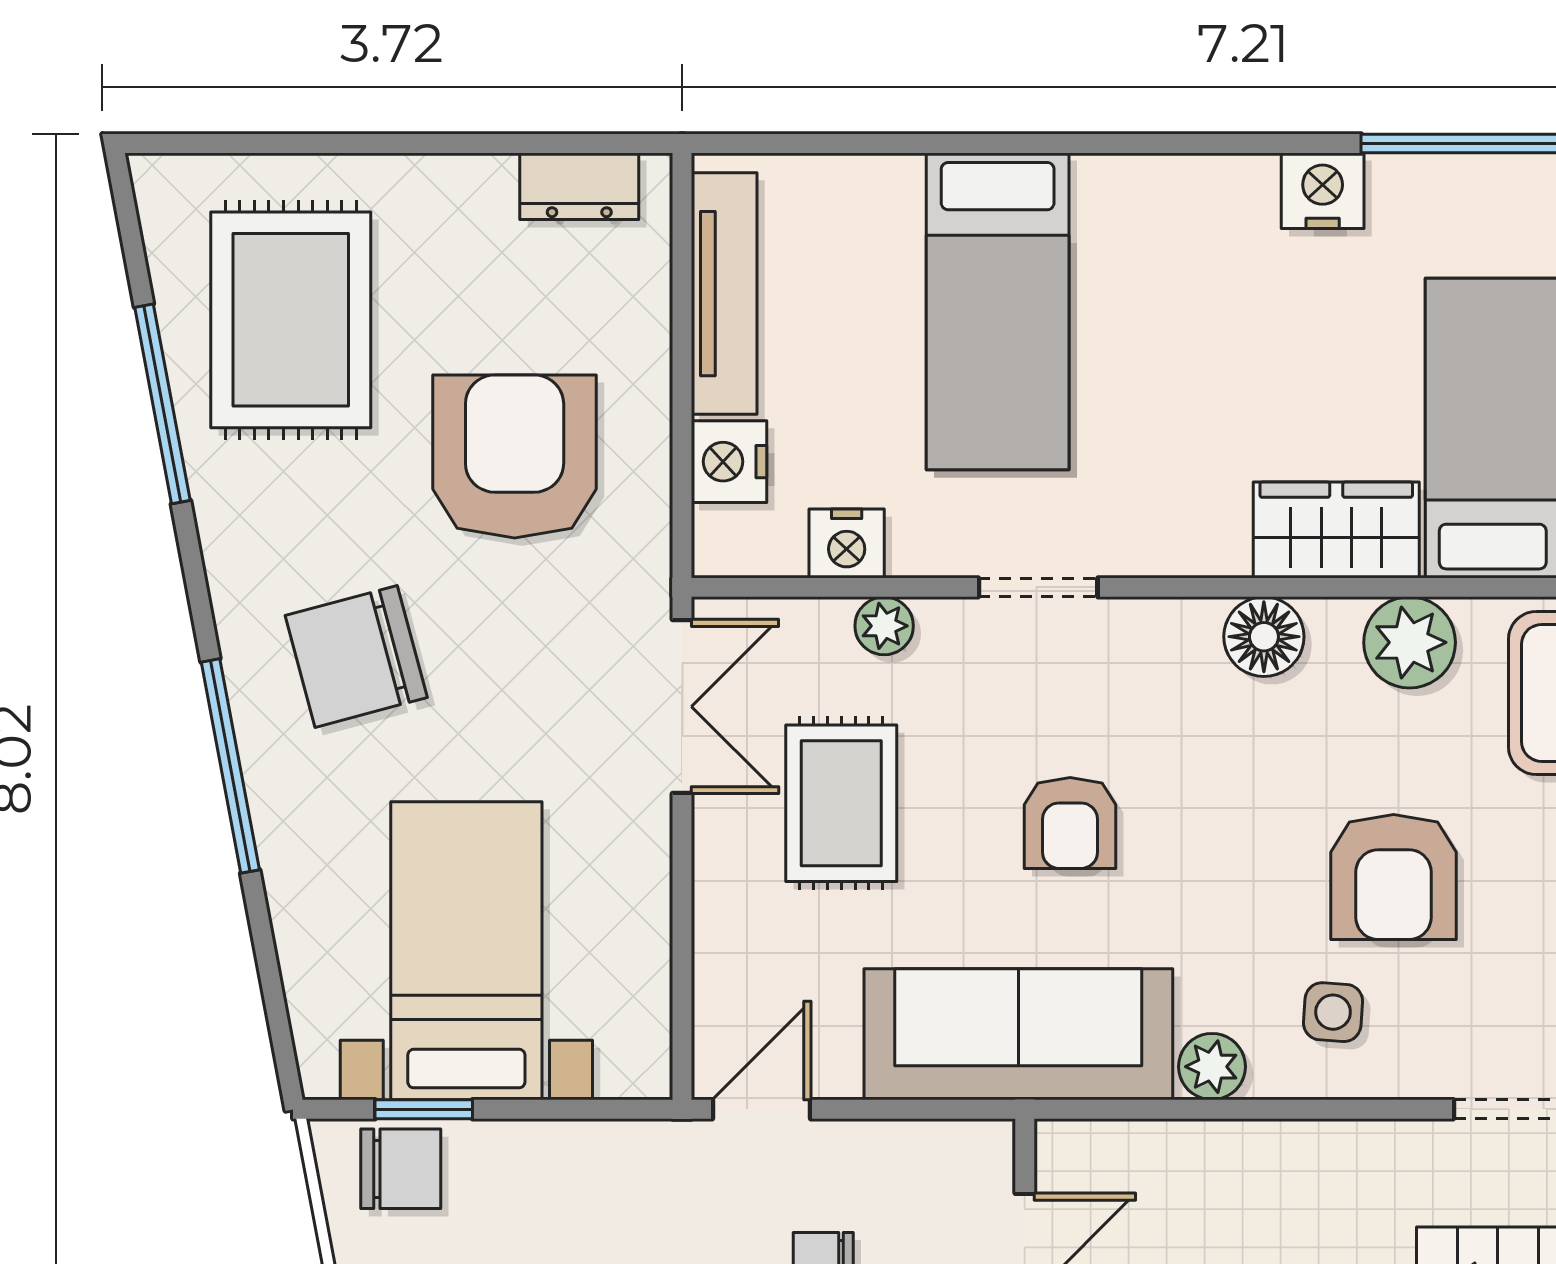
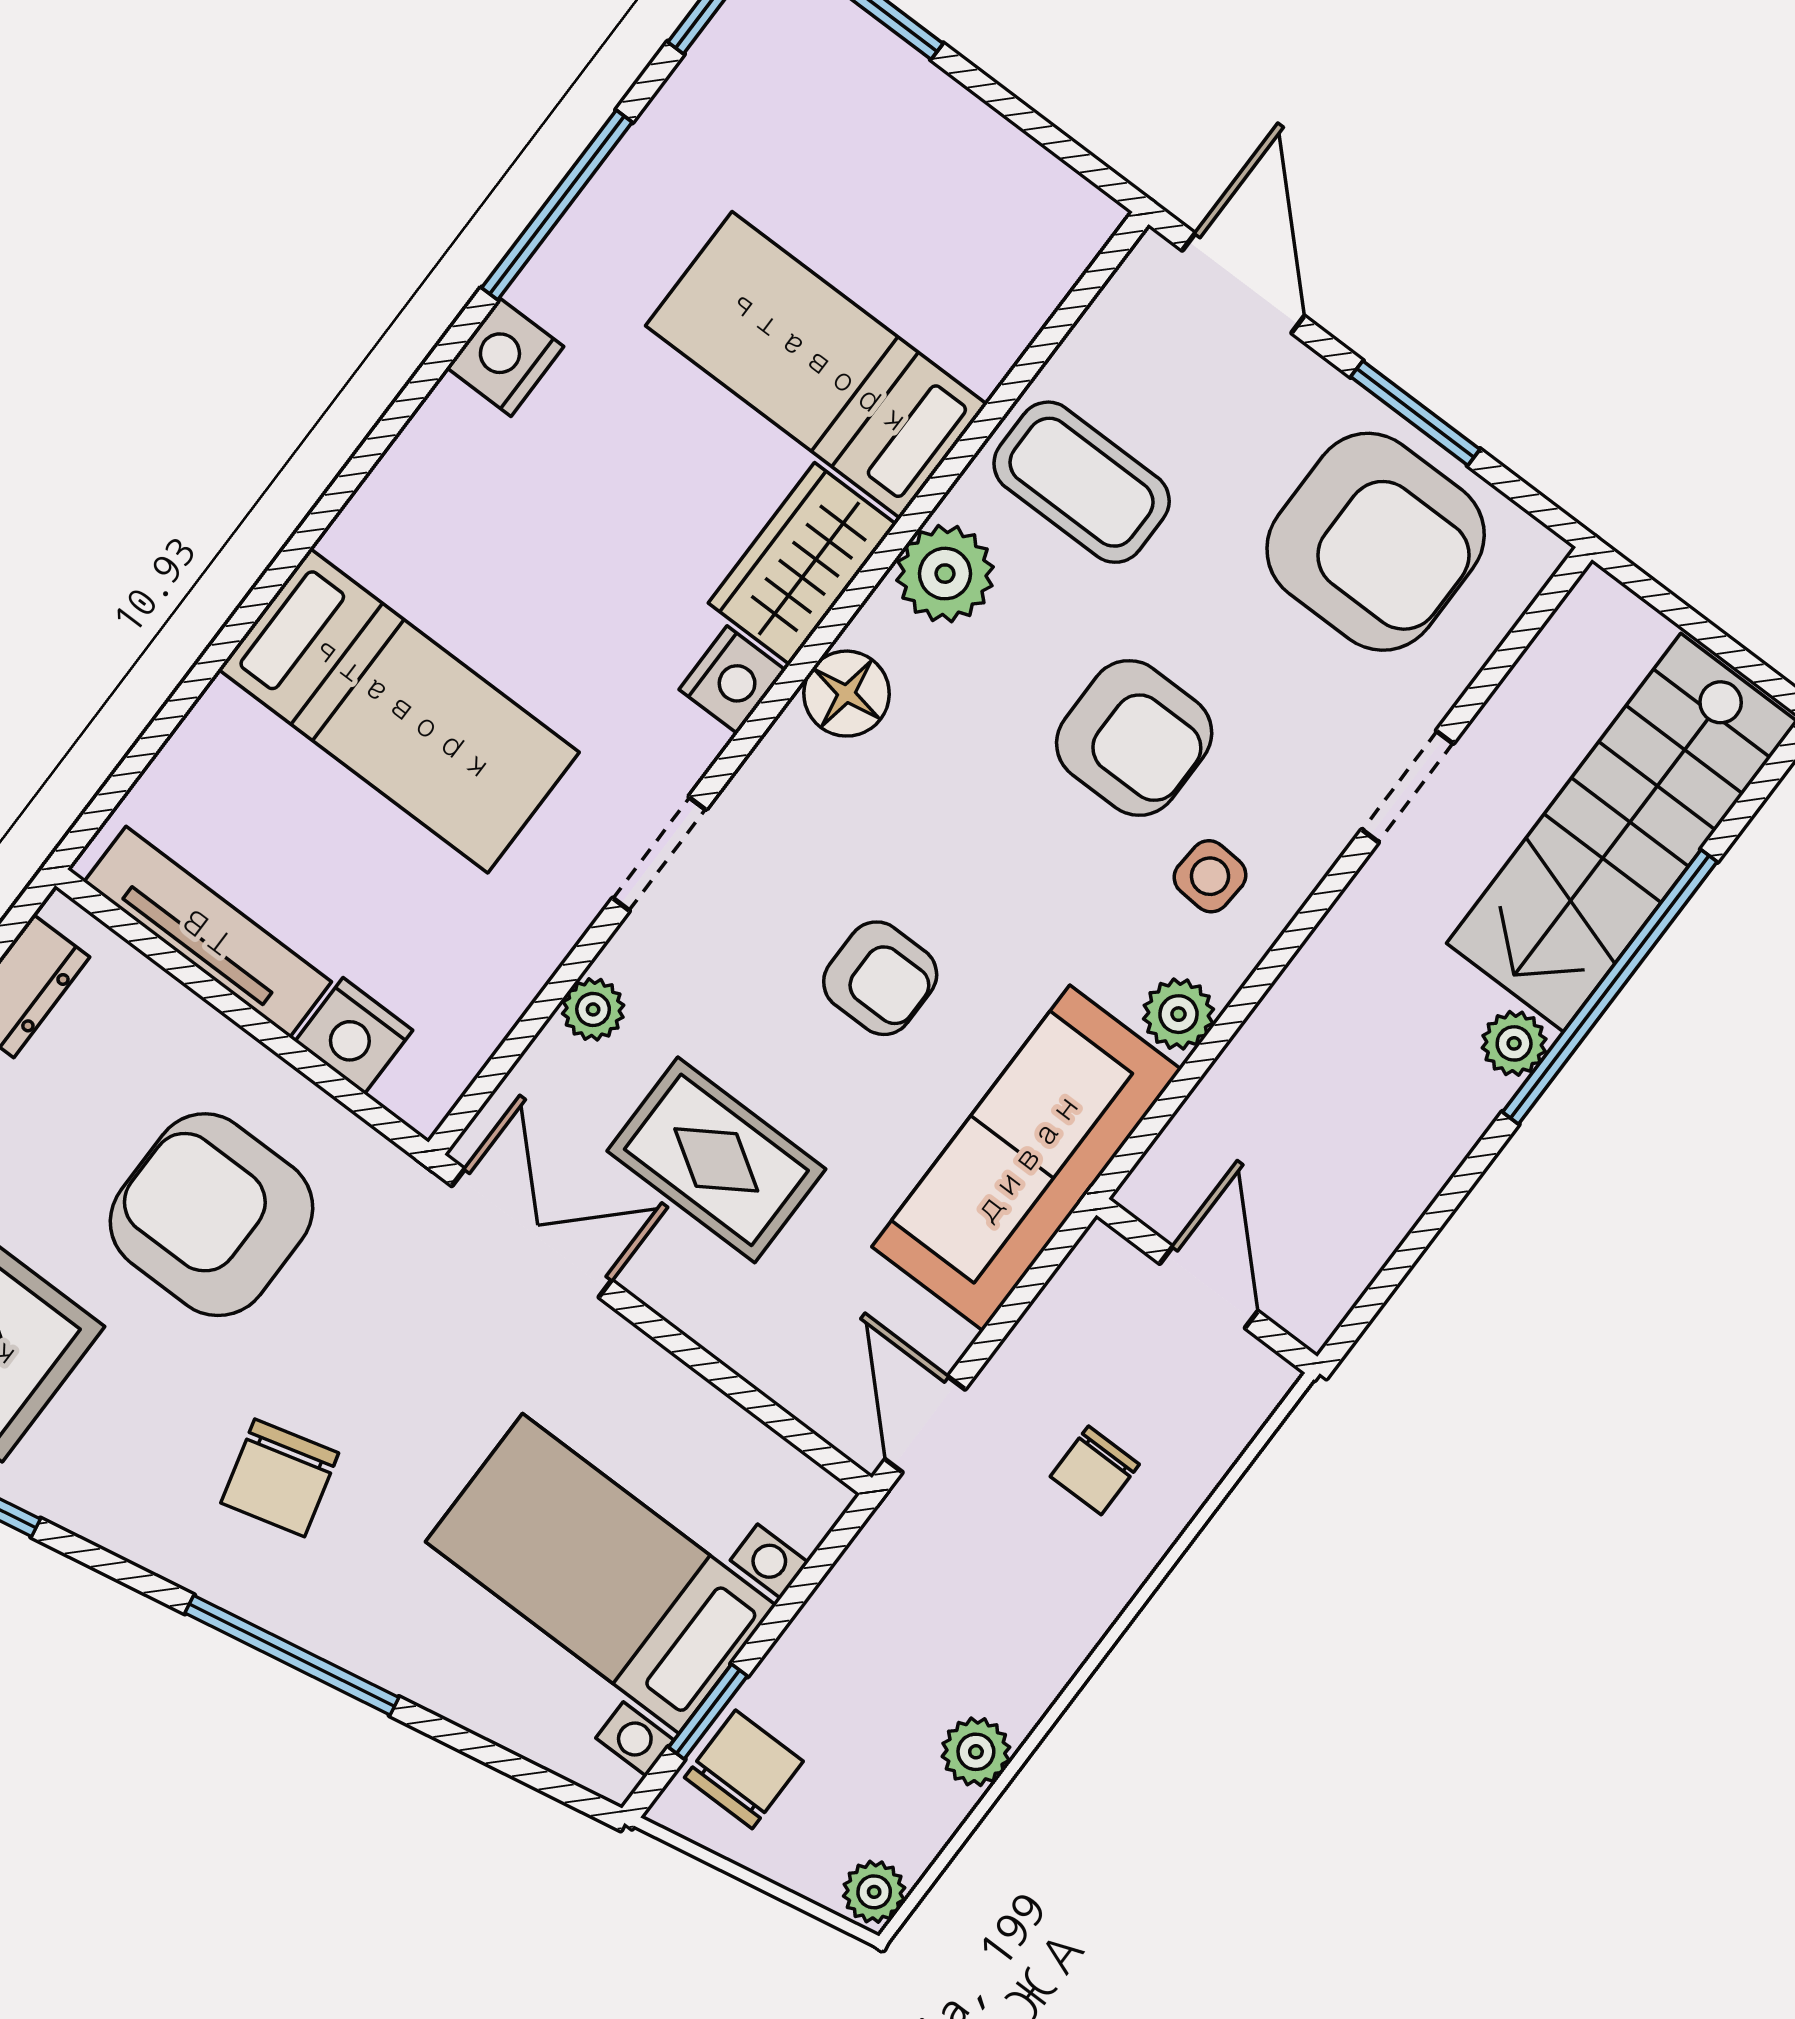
nightstand: (847, 544) -> (732, 680), moved
chair: (356, 656) -> (280, 1478), width x0.73, depth x0.73

